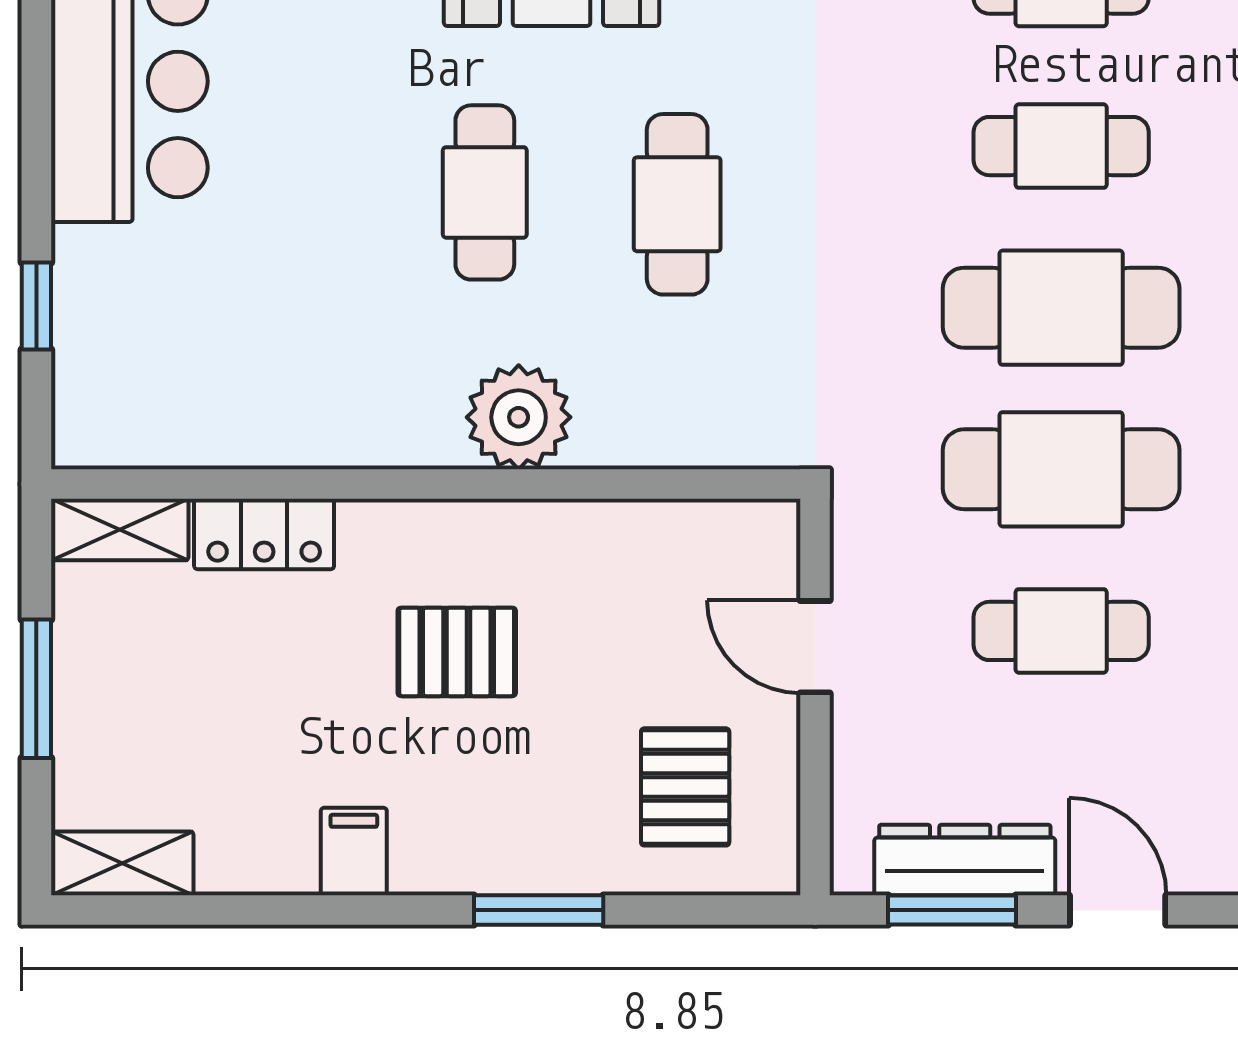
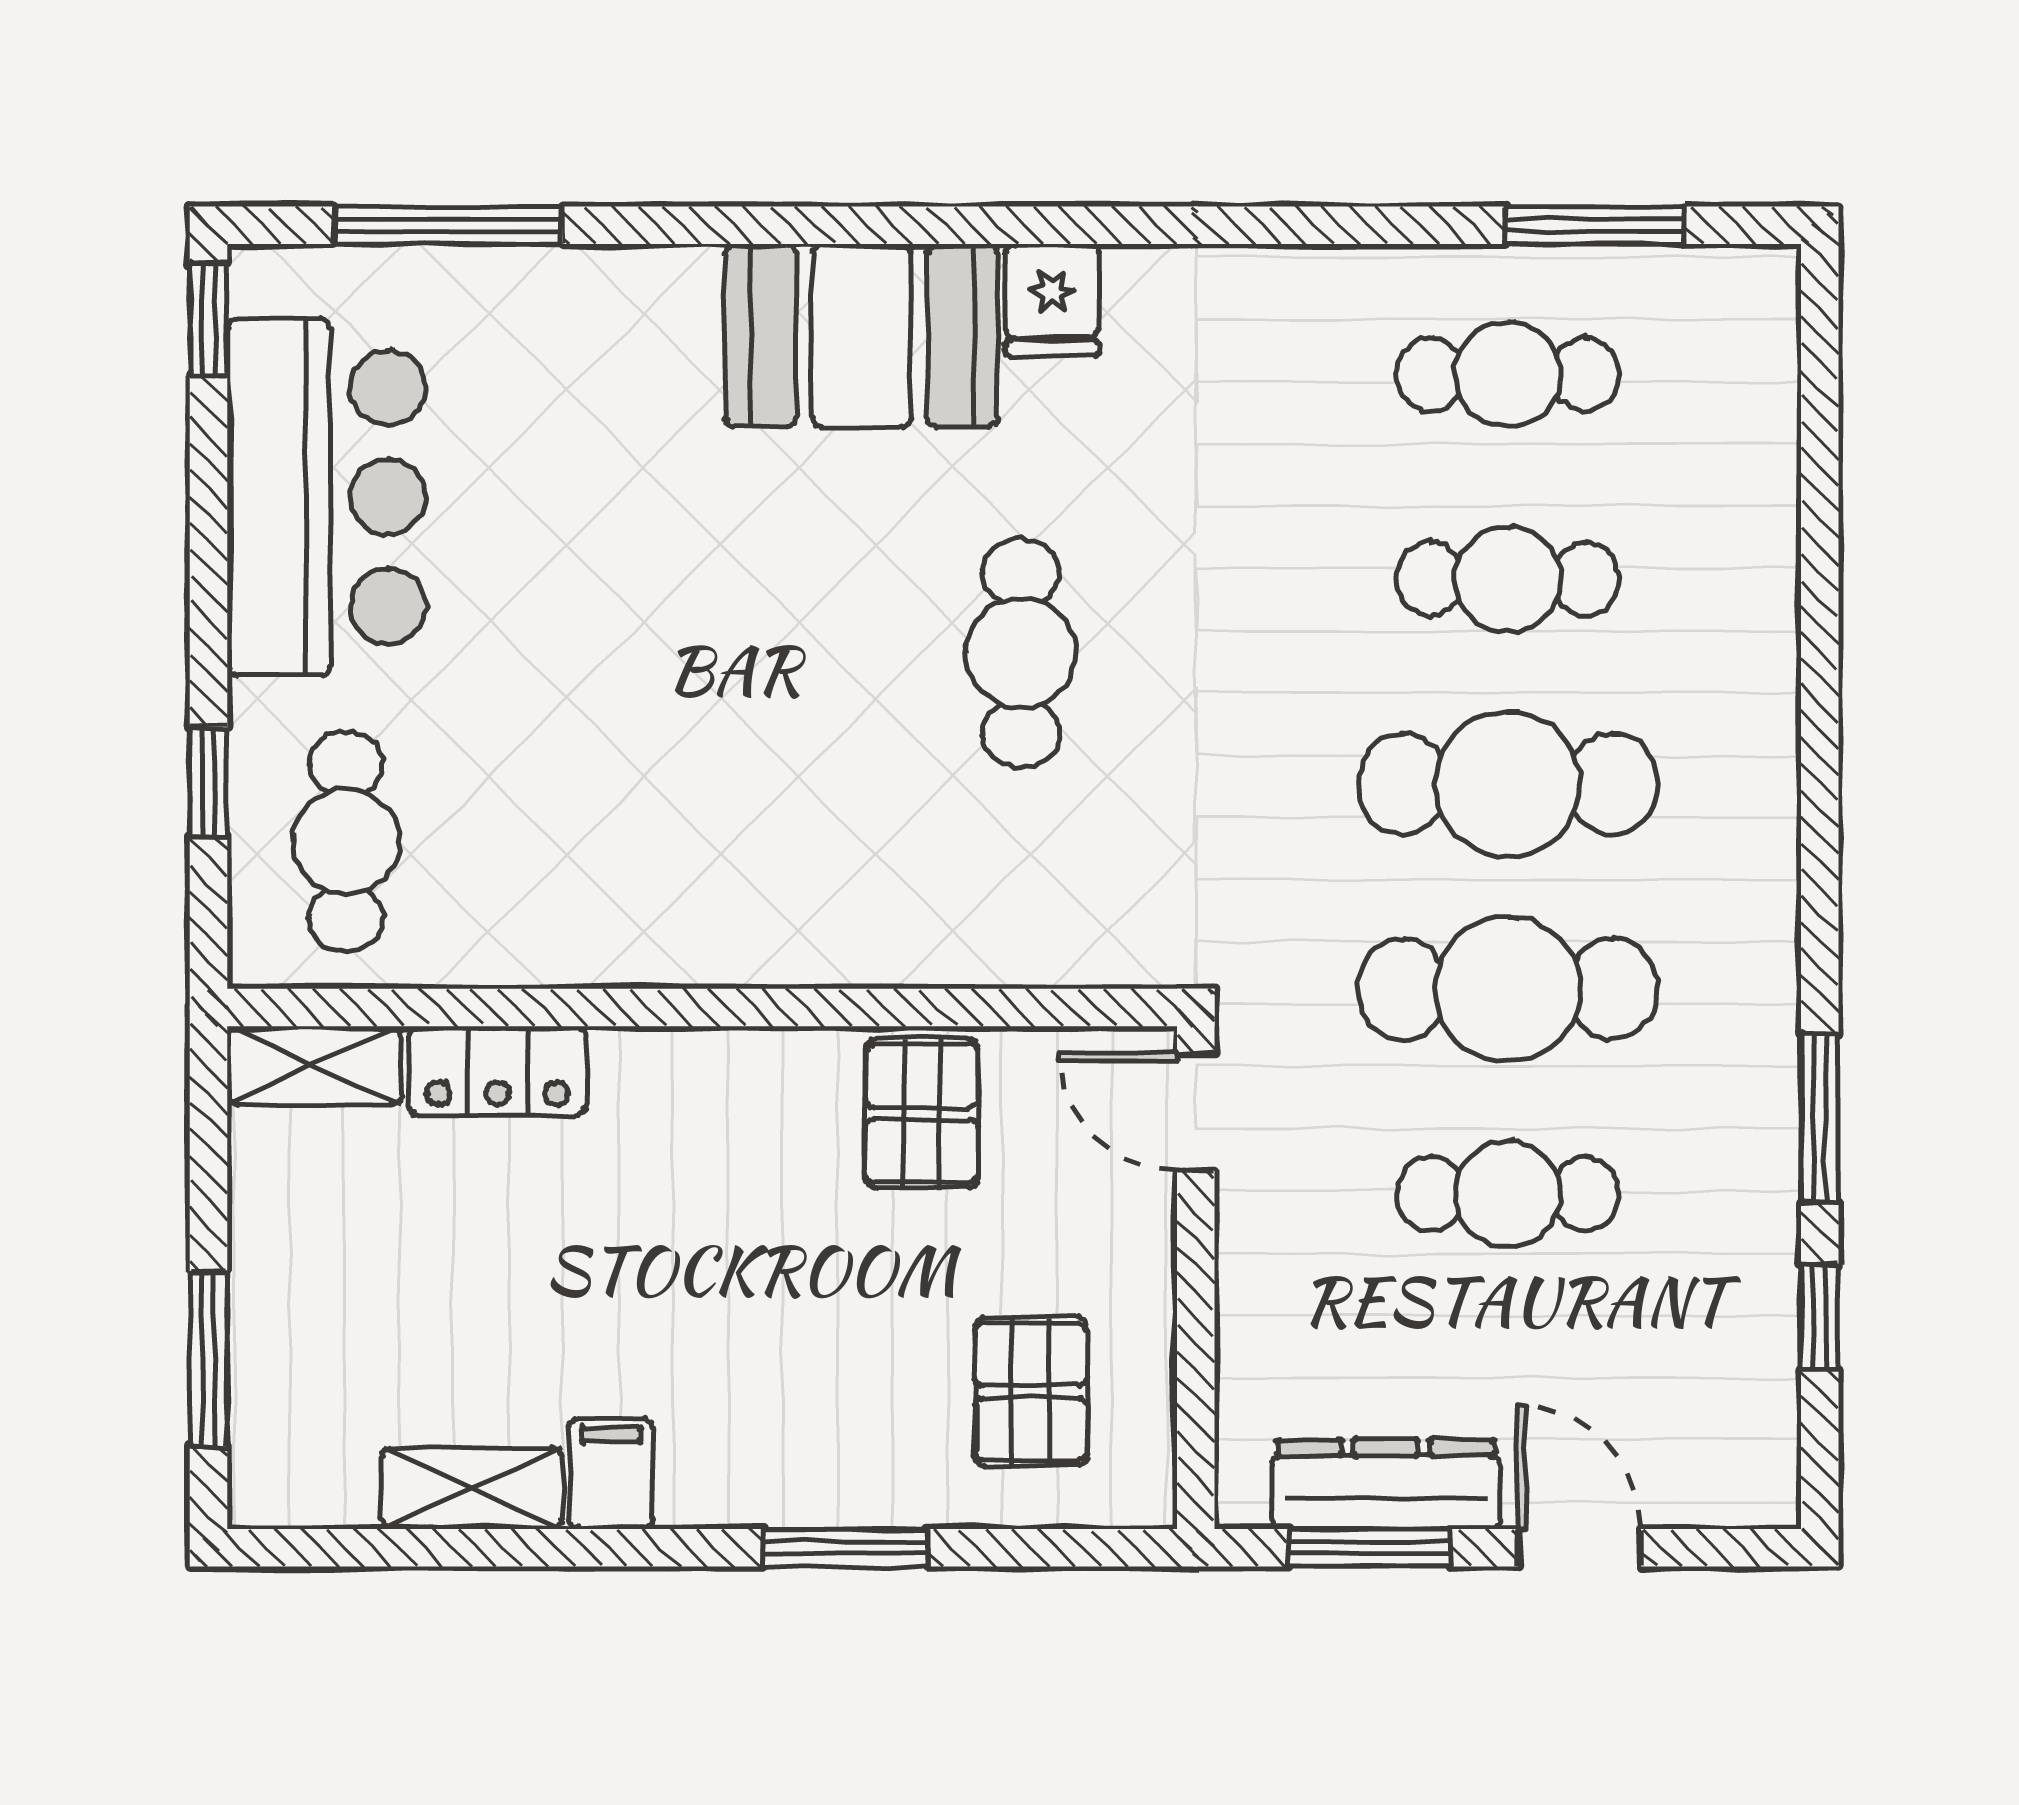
cafe table: (485, 192) -> (346, 841), moved
plant: (519, 417) -> (820, 923), removed
door: (815, 647) -> (1196, 1112), moved
pallet: (457, 652) -> (922, 1113), moved, turned 90
window: (36, 689) -> (209, 1359), moved
shelving: (122, 863) -> (472, 1489), moved

